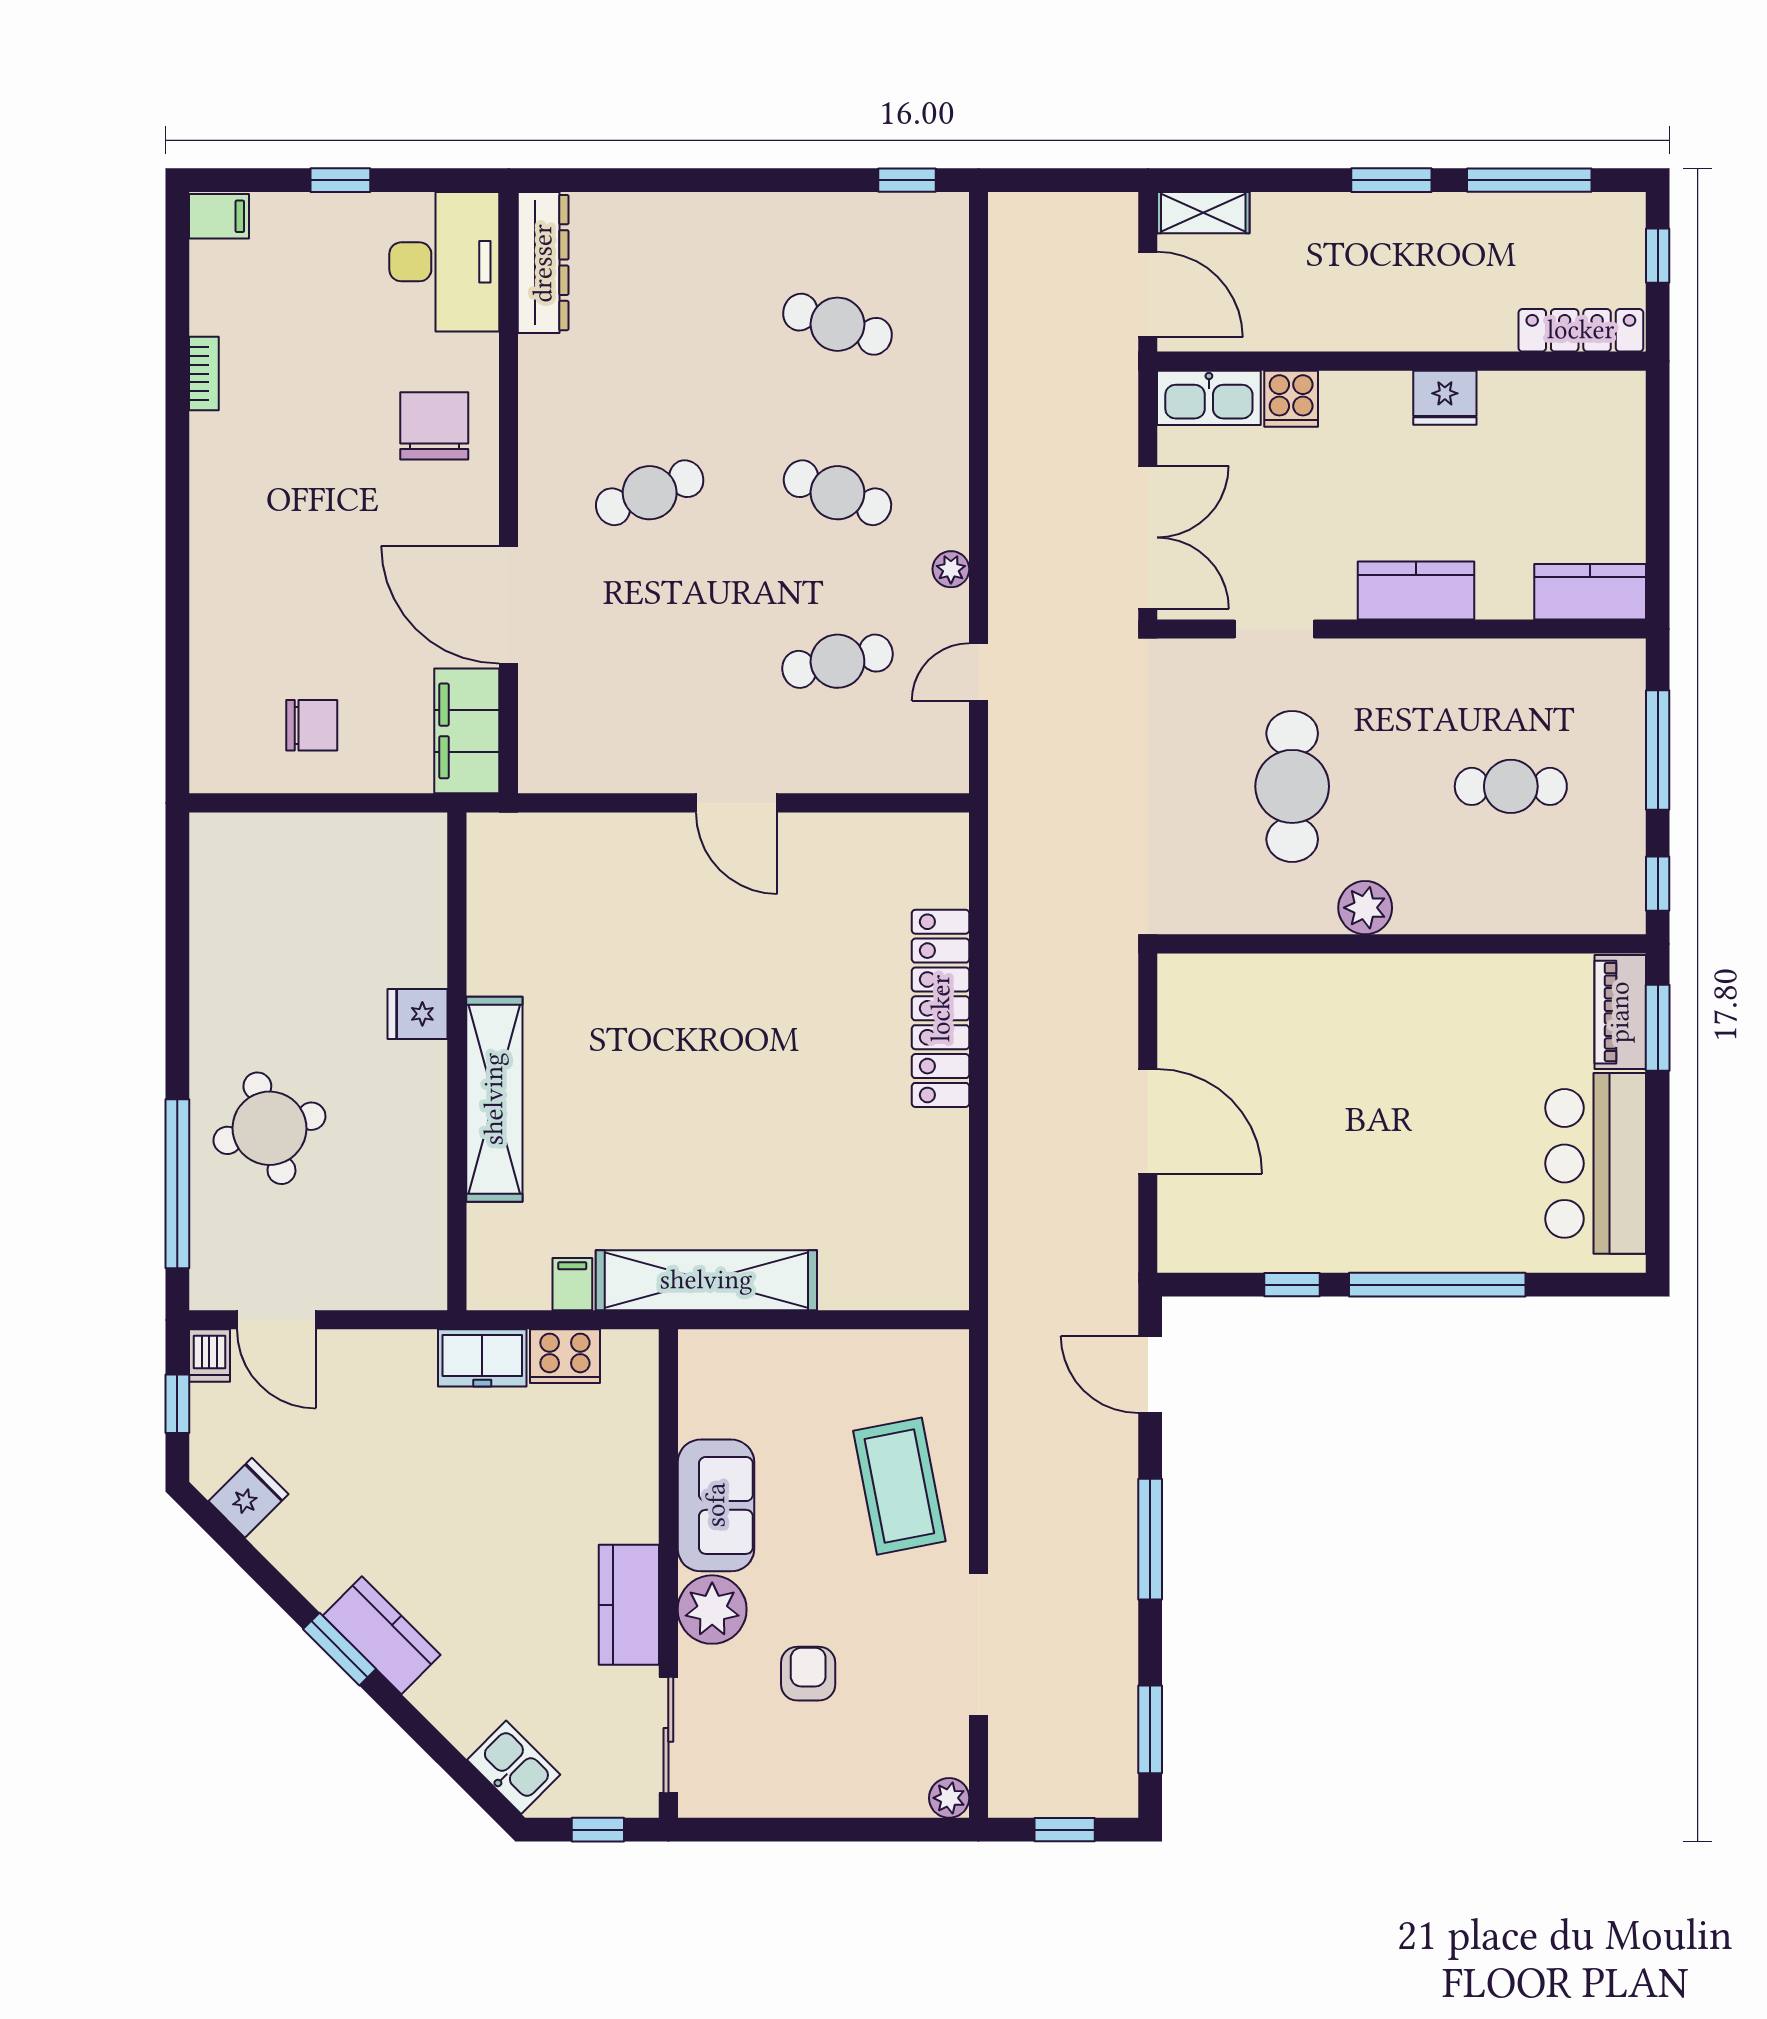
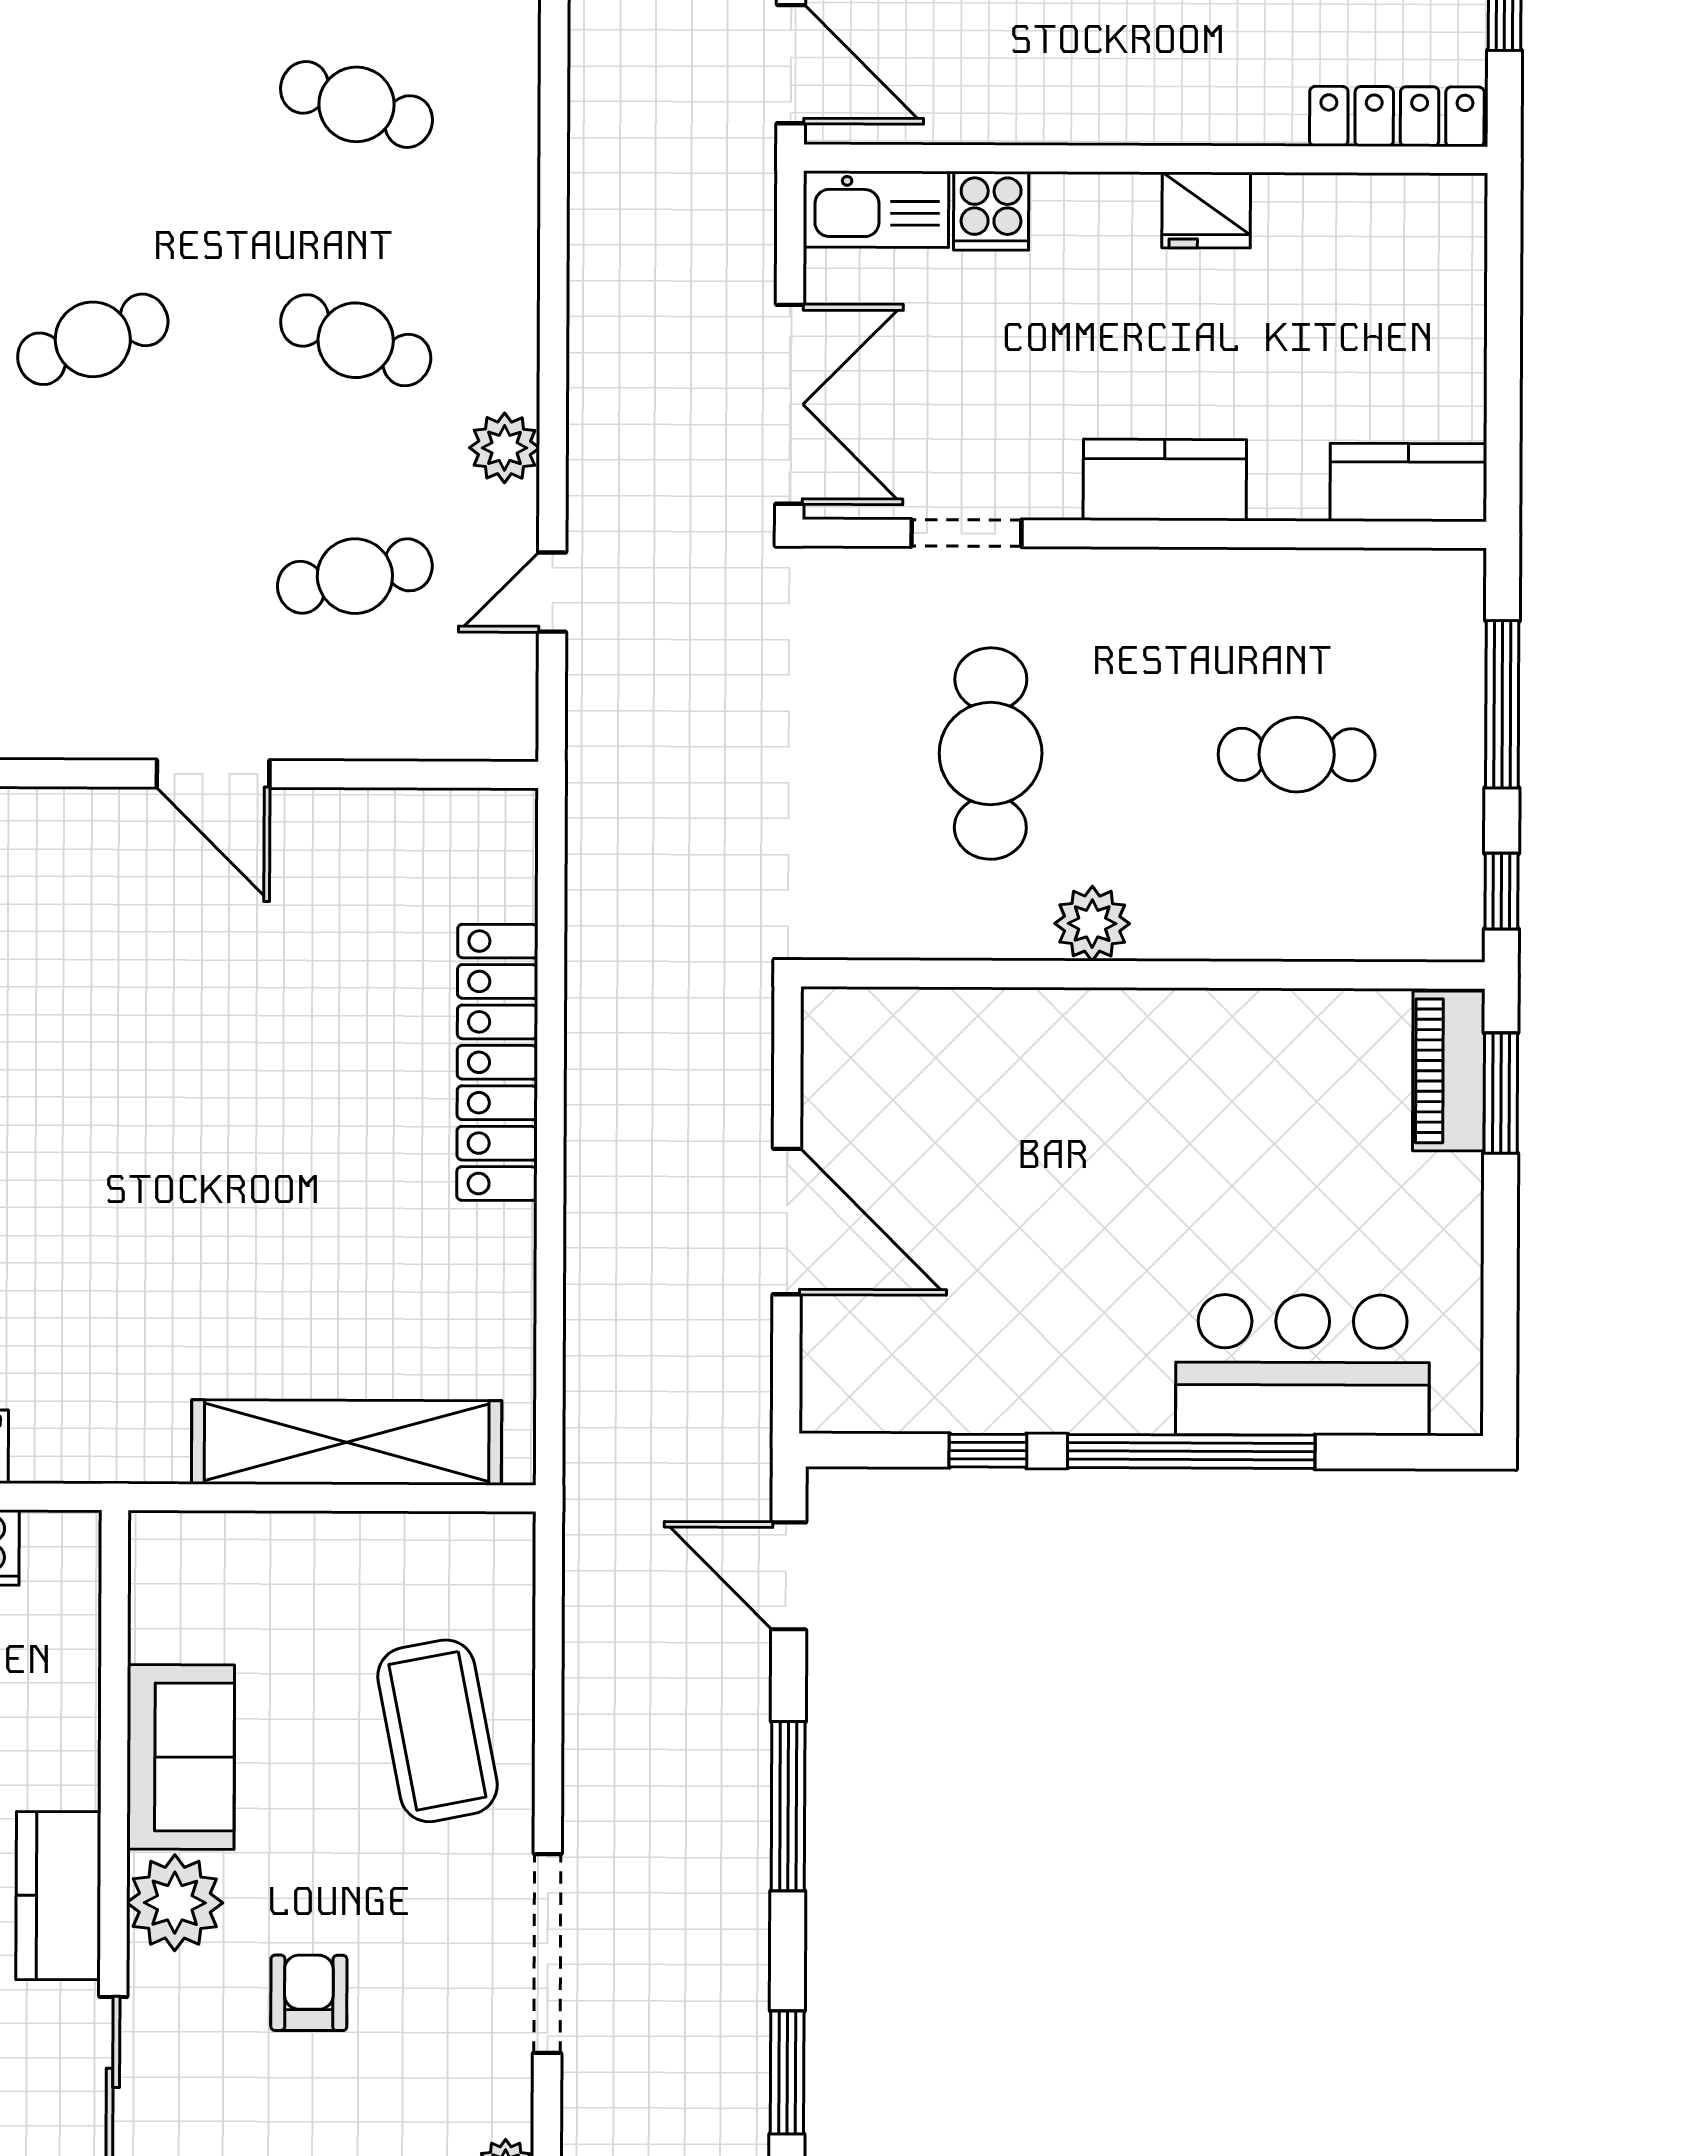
plant: (951, 569) -> (504, 448), width x1.38, depth x1.38
bar counter: (1596, 1163) -> (1303, 1365), moved, turned 90
shelving: (706, 1280) -> (347, 1442), moved

